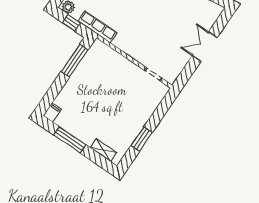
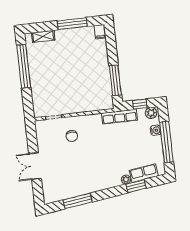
chair: (152, 45) -> (72, 136), added
double door: (205, 47) -> (35, 166), swing flipped
window: (142, 139) -> (24, 66), width x2.11

